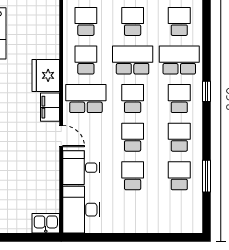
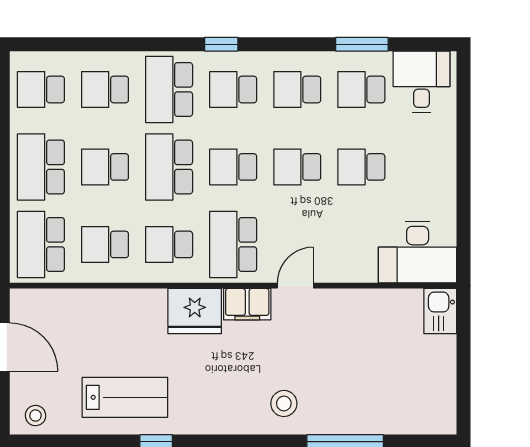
desk: (81, 168) -> (422, 82), moved, turned 180

